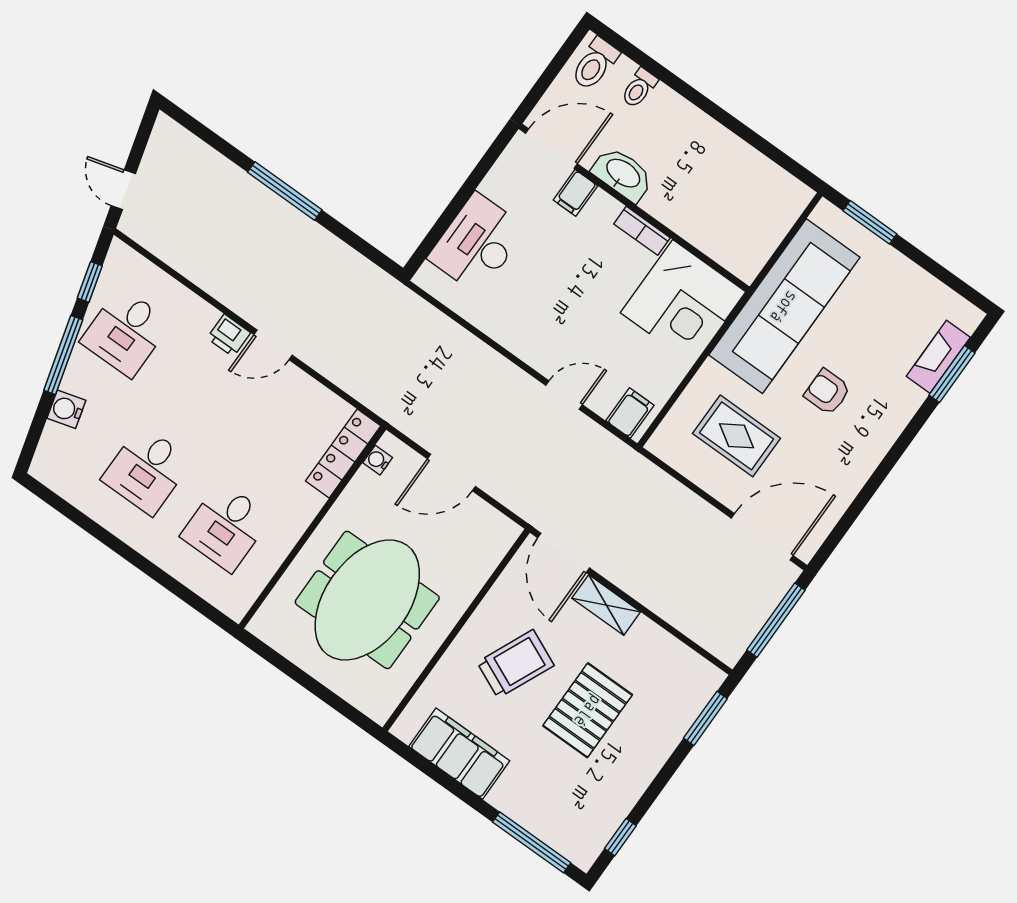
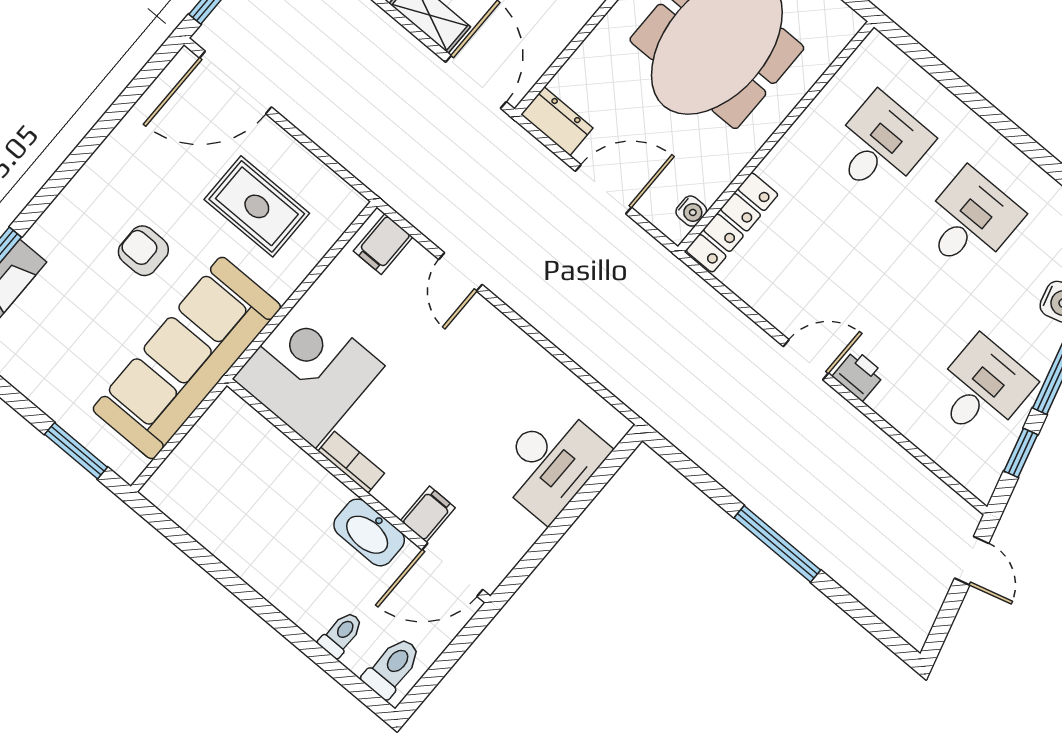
armchair: (827, 392) -> (143, 251), turned 180
door: (564, 395) -> (460, 272), hinge flipped
dresser: (494, 526) -> (557, 121), added

